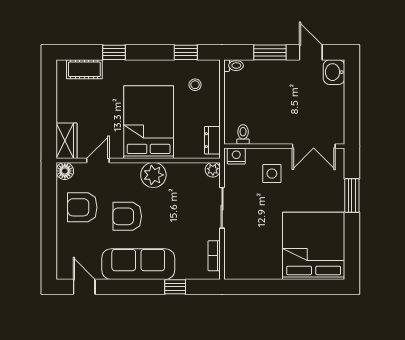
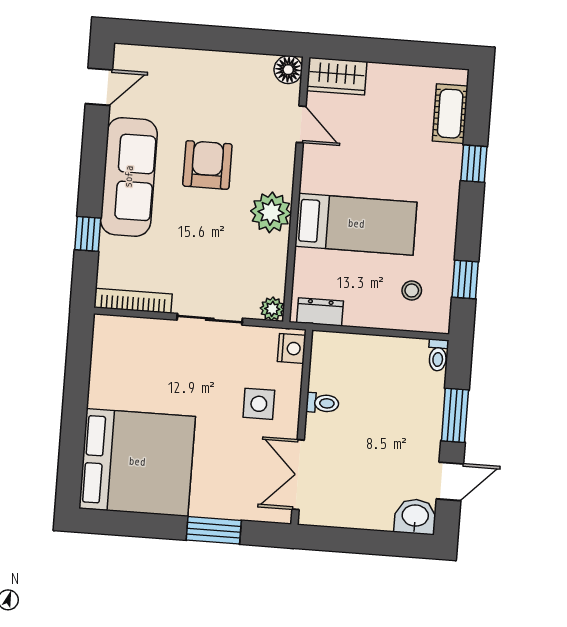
bed: (149, 122) -> (356, 224), width x0.67
toilet: (243, 134) -> (322, 403), moved
armchair: (82, 207) -> (227, 93), removed
bookcase: (214, 256) -> (133, 301), width x1.56

